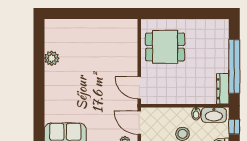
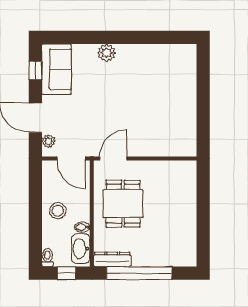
dining table: (165, 47) -> (123, 204), moved
plant: (52, 58) -> (106, 53), moved
door: (139, 123) -> (71, 159), swing flipped

